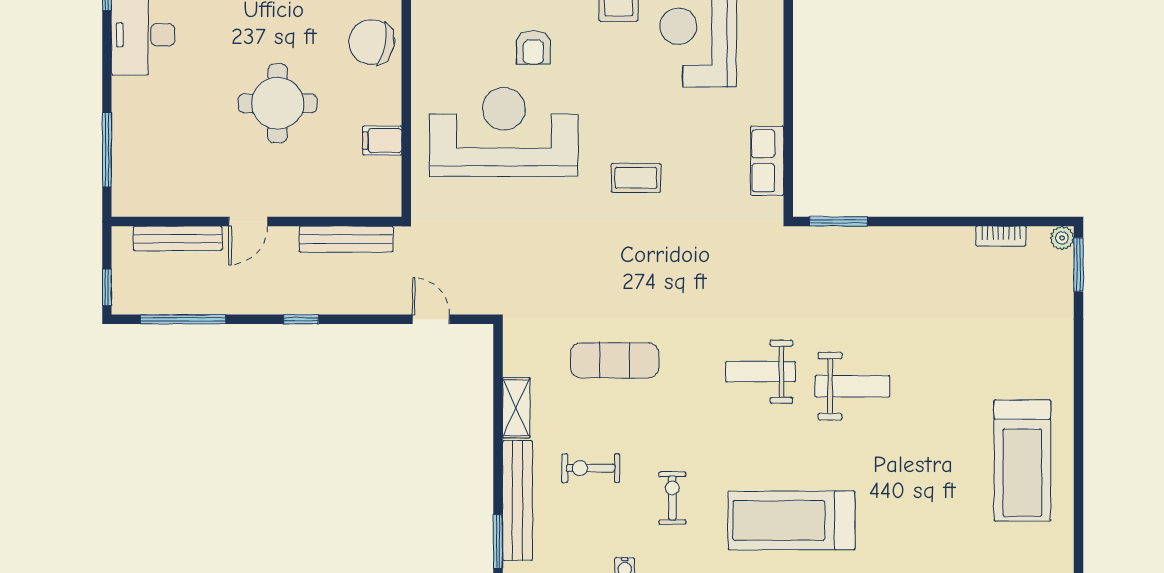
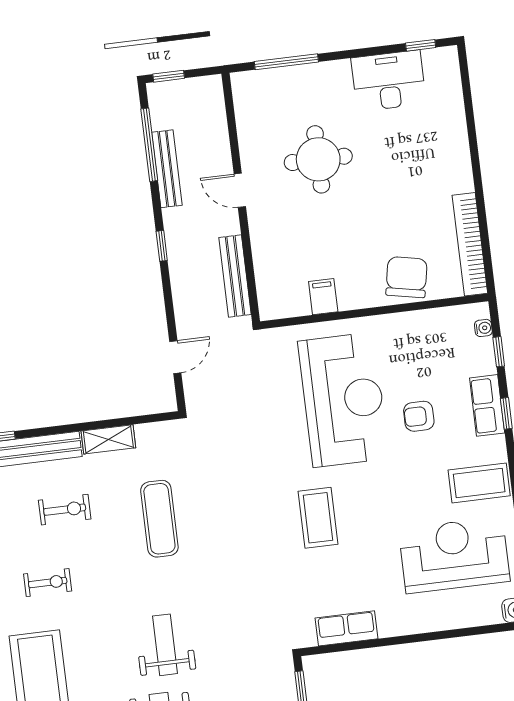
round table: (278, 103) -> (318, 159), moved
coffee table: (636, 178) -> (318, 518), width x1.36, depth x1.30
bench: (178, 238) -> (167, 169), moved
exercise bike: (591, 468) -> (65, 510), turned 90

